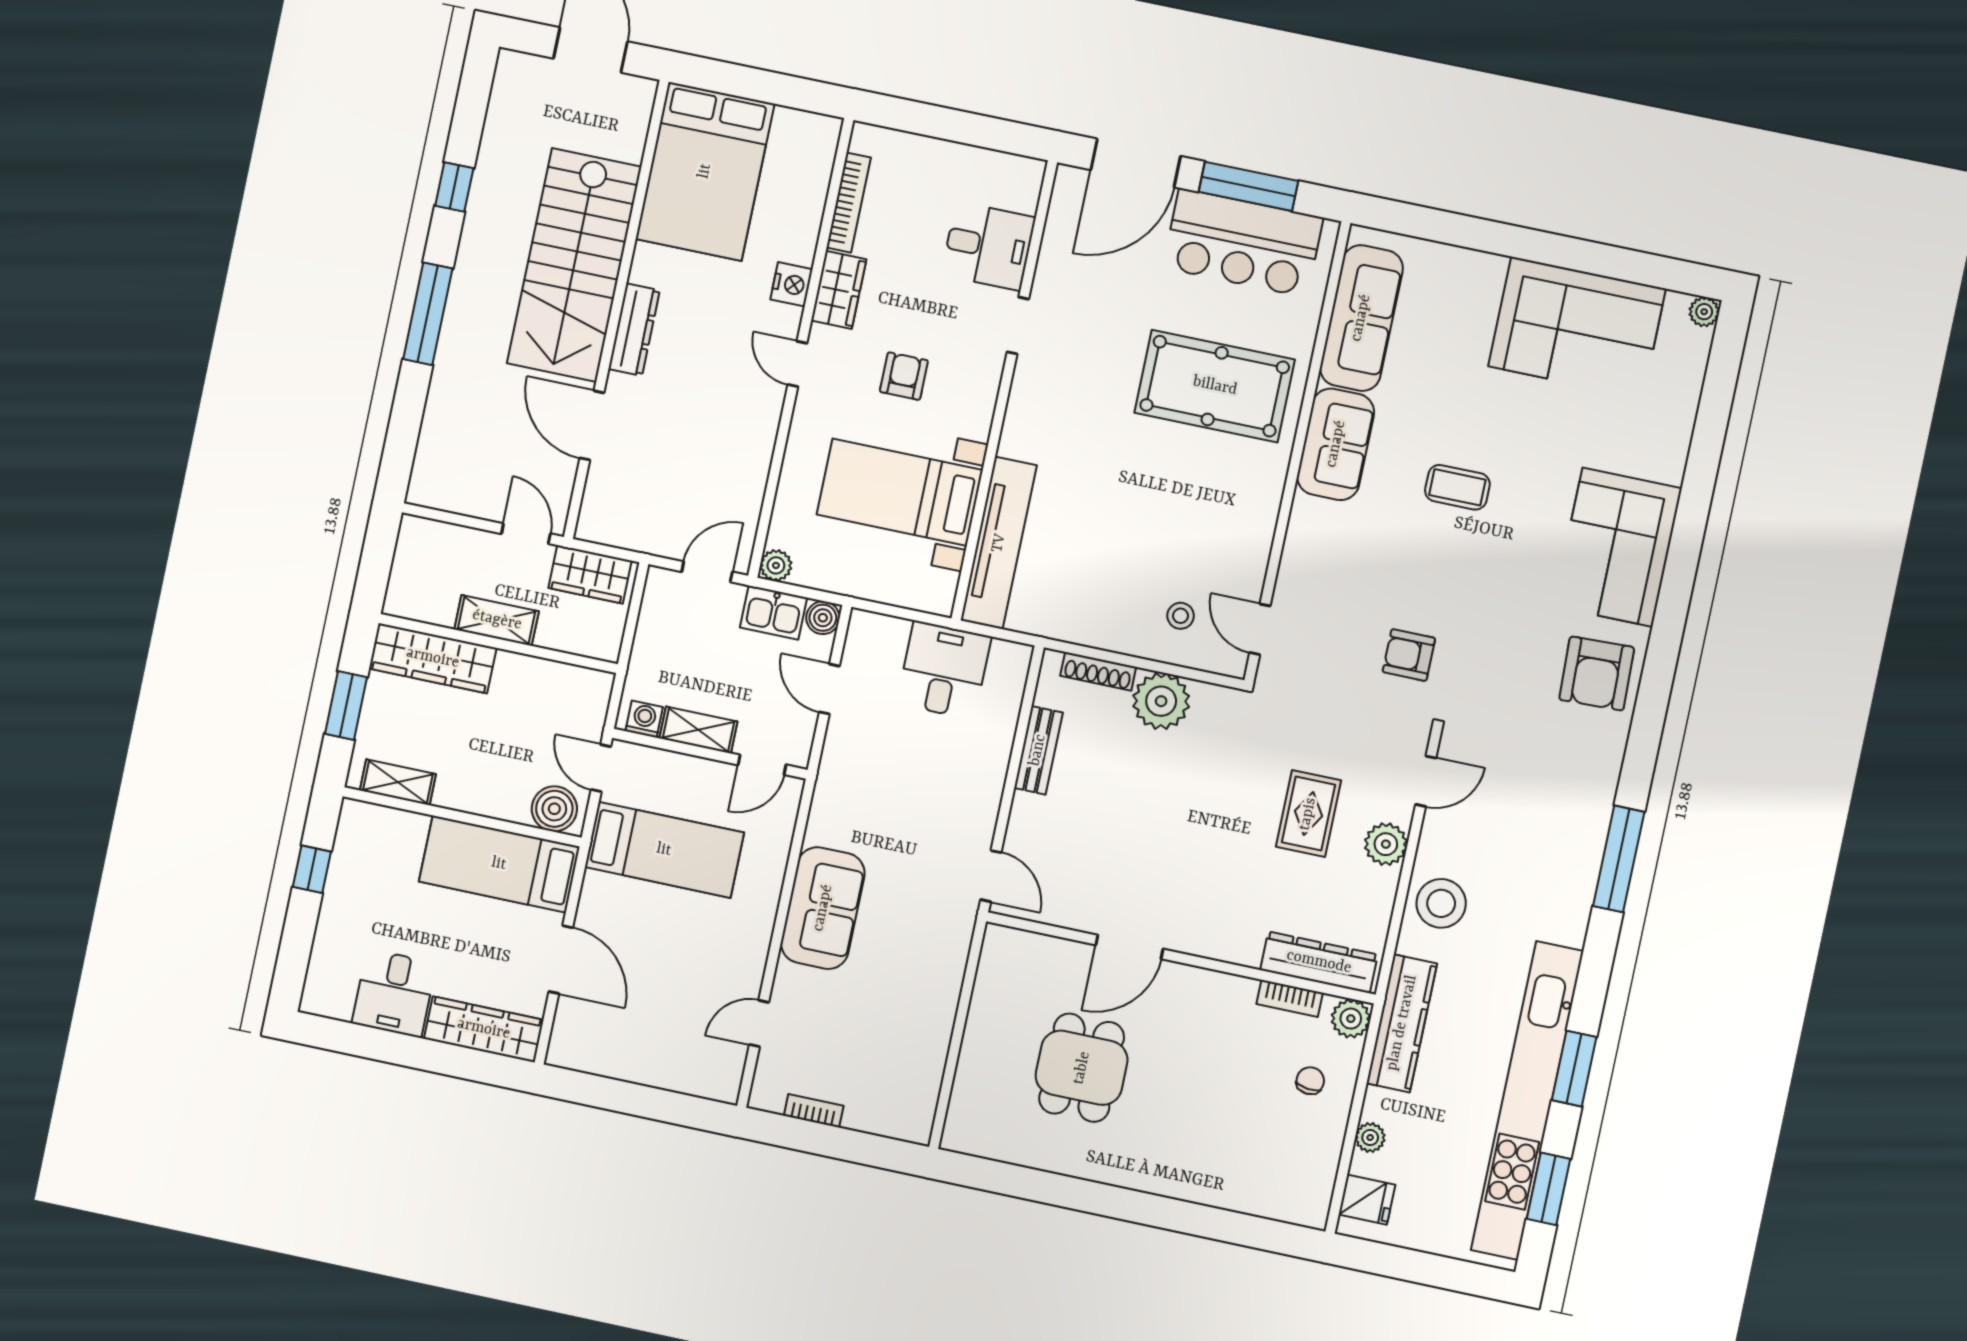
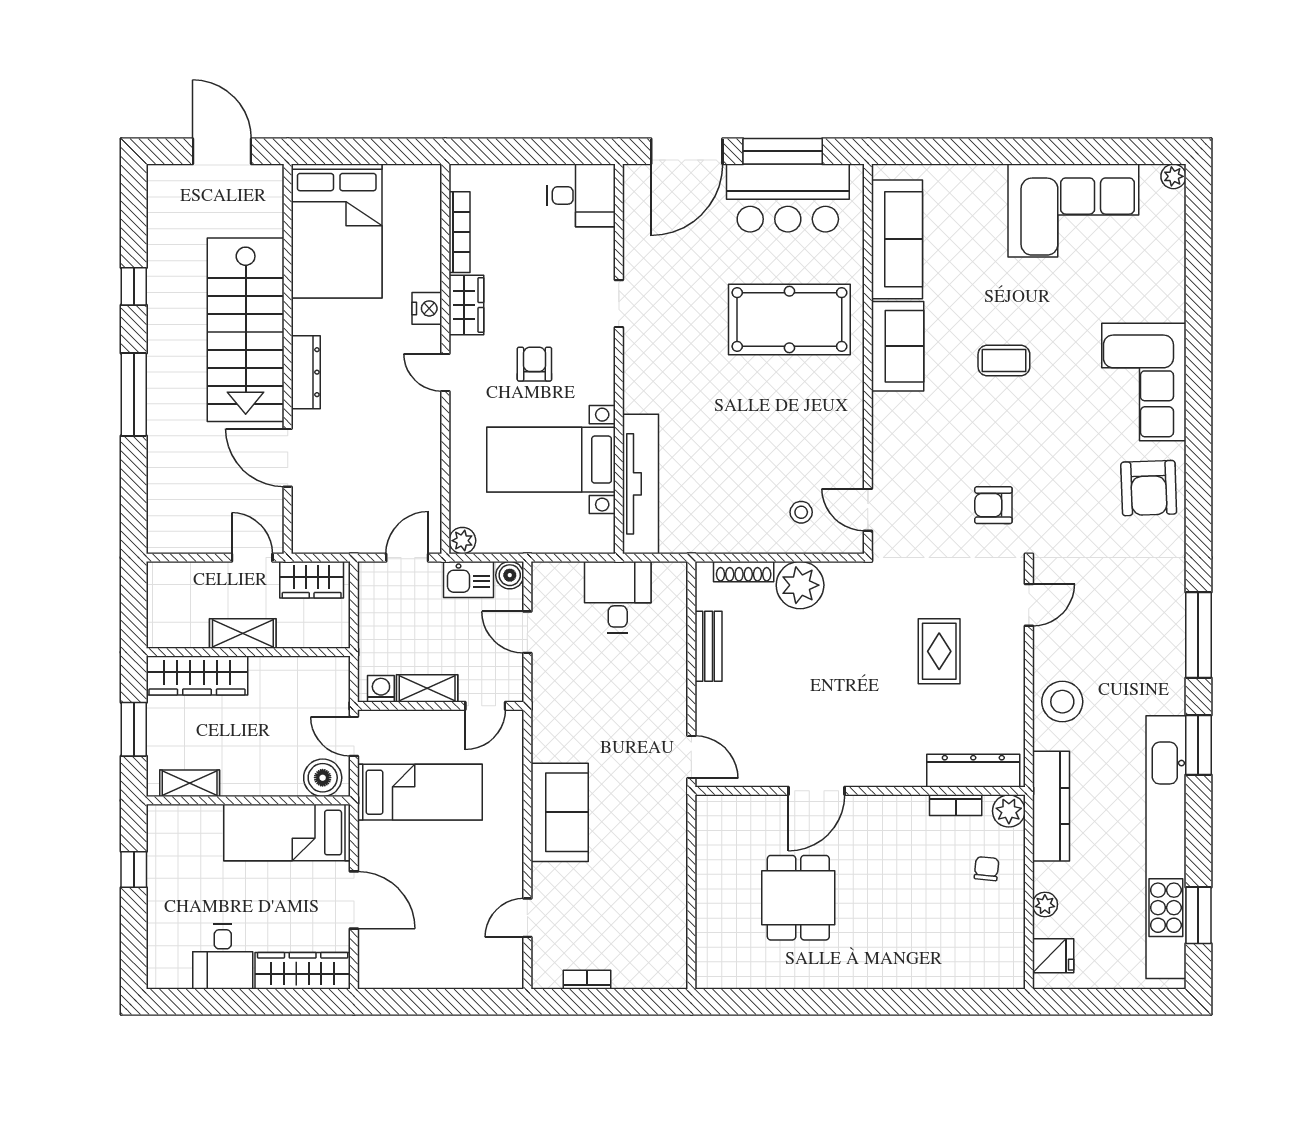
desk: (988, 246) -> (581, 195), moved
plant: (1386, 844) -> (1007, 663), removed
window: (1574, 1069) -> (1198, 745), moved

